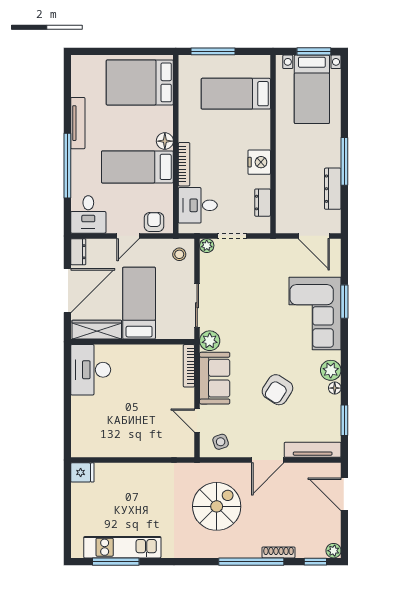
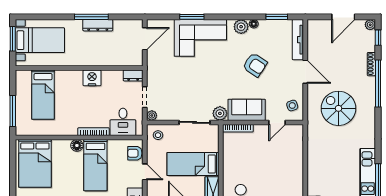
dresser: (333, 189) -> (98, 25), moved
dresser: (263, 203) -> (133, 75), moved
door: (344, 494) -> (343, 17), moved

